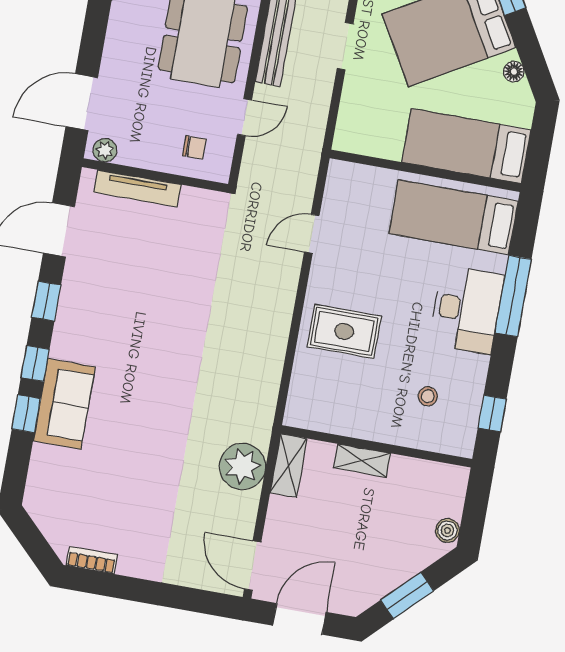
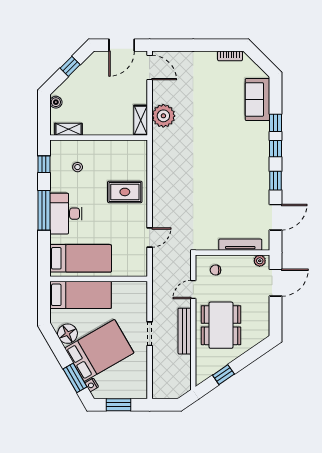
floor lamp: (514, 72) -> (67, 334), width x1.89, depth x1.89
window: (513, 296) -> (44, 210), moved
sofa: (64, 404) -> (257, 100), moved
shelving: (362, 461) -> (68, 129), moved
window: (407, 595) -> (70, 66), width x0.67

